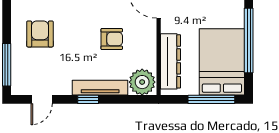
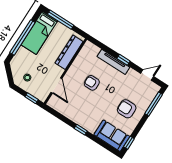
armchair: (40, 34) -> (127, 109), turned 90
bed: (222, 62) -> (39, 33), width x0.67
plant: (142, 82) -> (90, 51), removed

